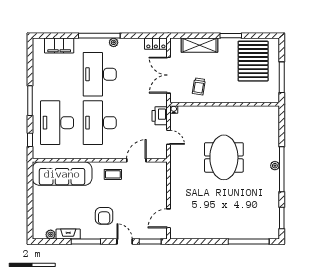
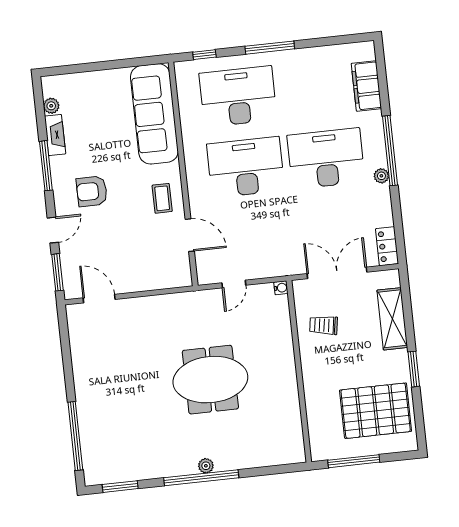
printer: (160, 116) -> (268, 265), removed

